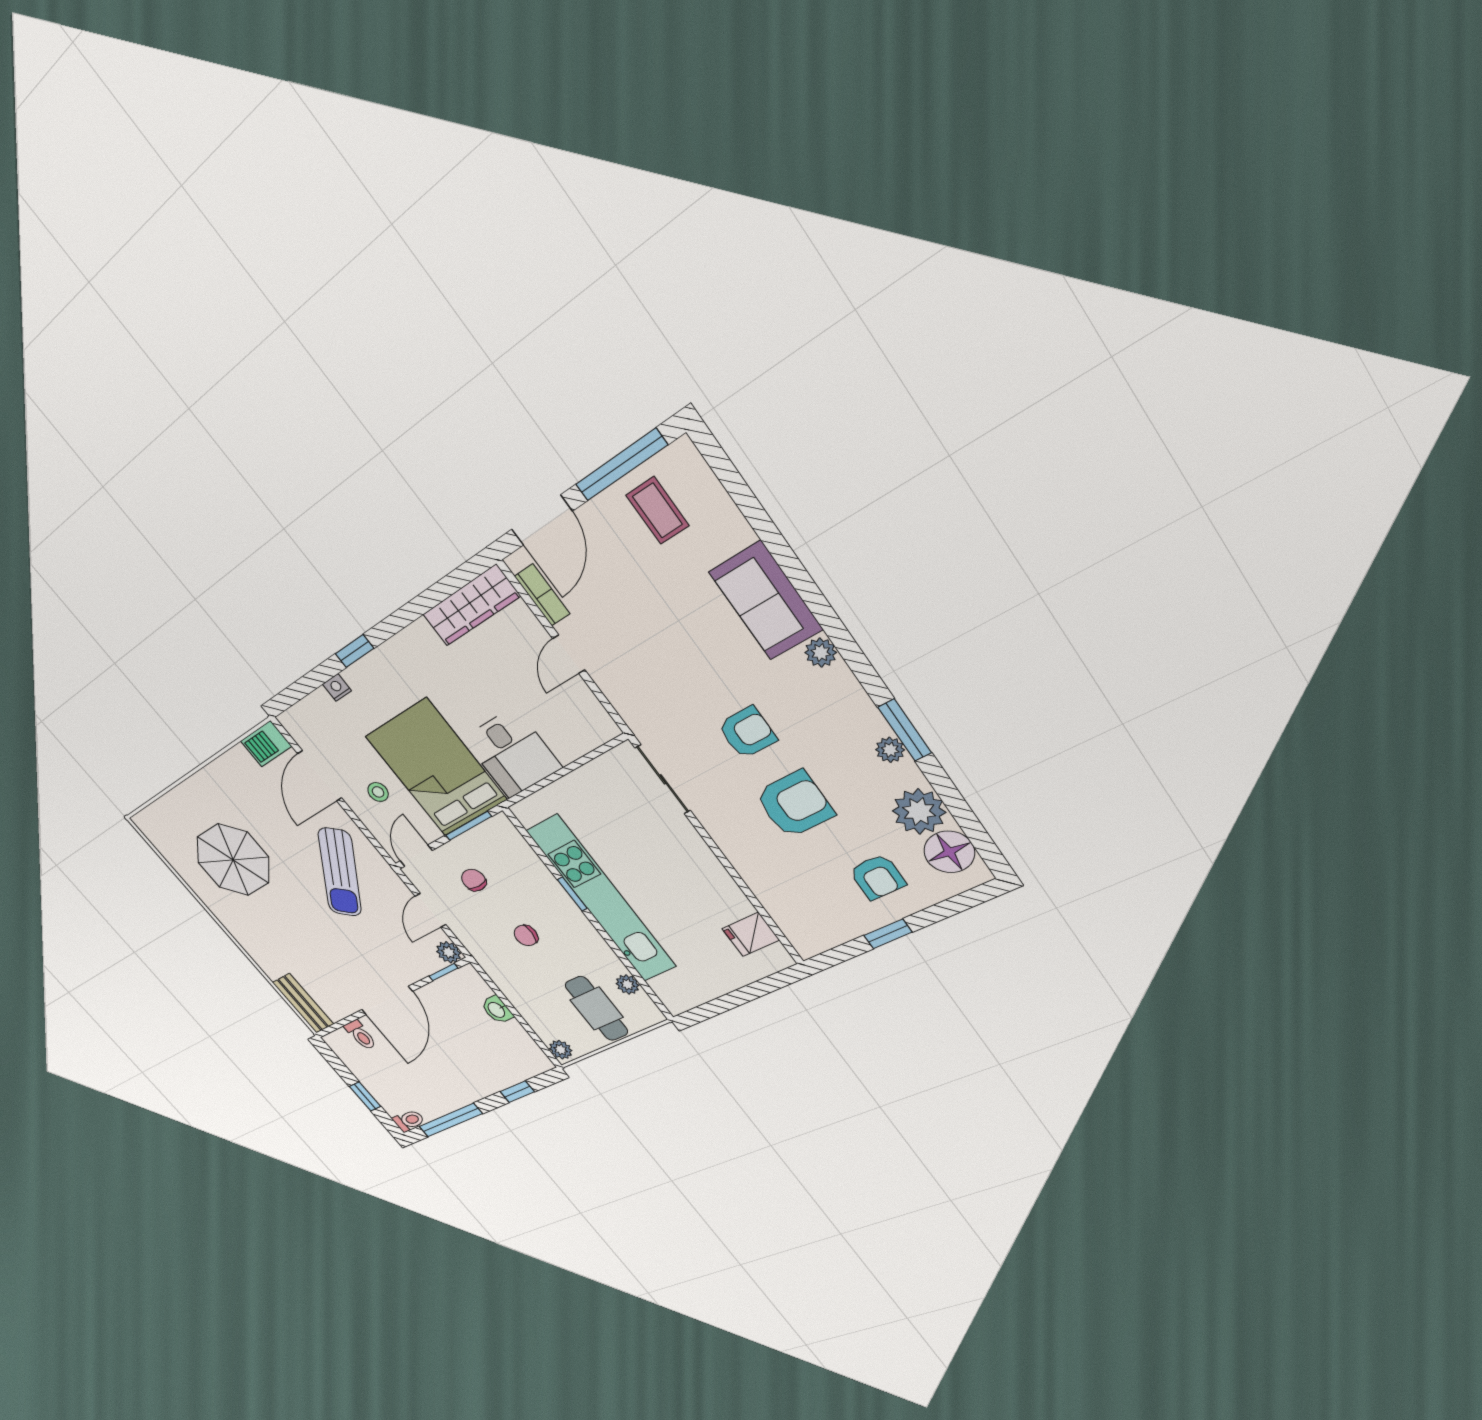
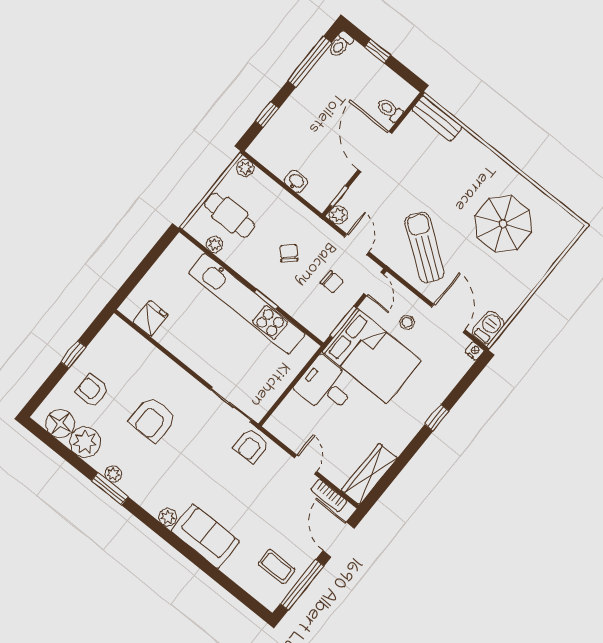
nightstand: (337, 687) -> (474, 351), moved, turned -90
armchair: (747, 732) -> (251, 446), moved
chair: (526, 935) -> (289, 253), turned -46

